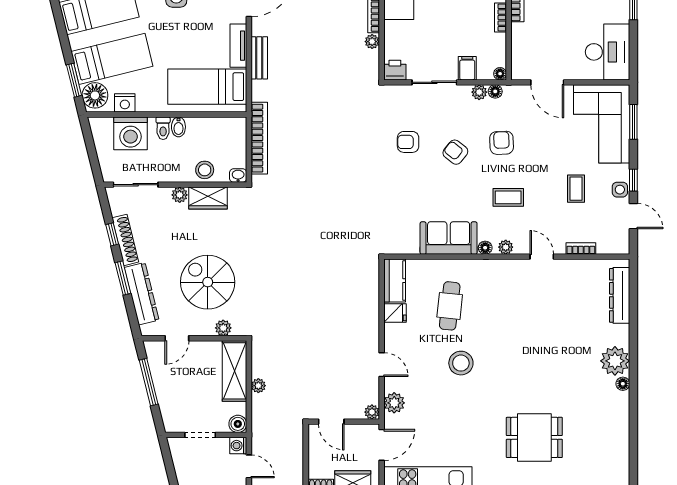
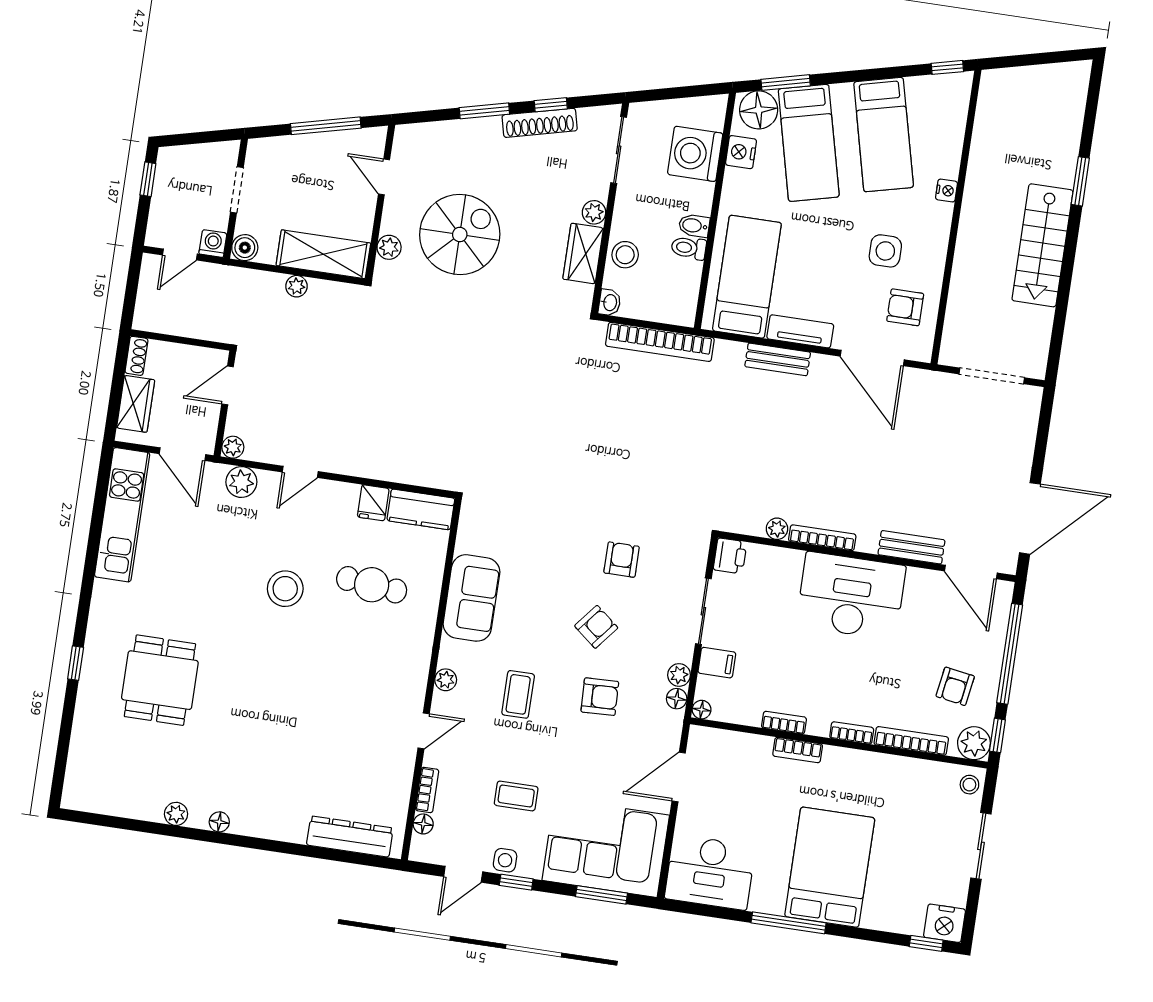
toilet: (163, 128) -> (689, 248), moved
floor lamp: (485, 248) -> (423, 824), moved
dresser: (142, 294) -> (457, 135), removed
plant: (615, 361) -> (176, 814), moved, width x0.53, depth x0.53

